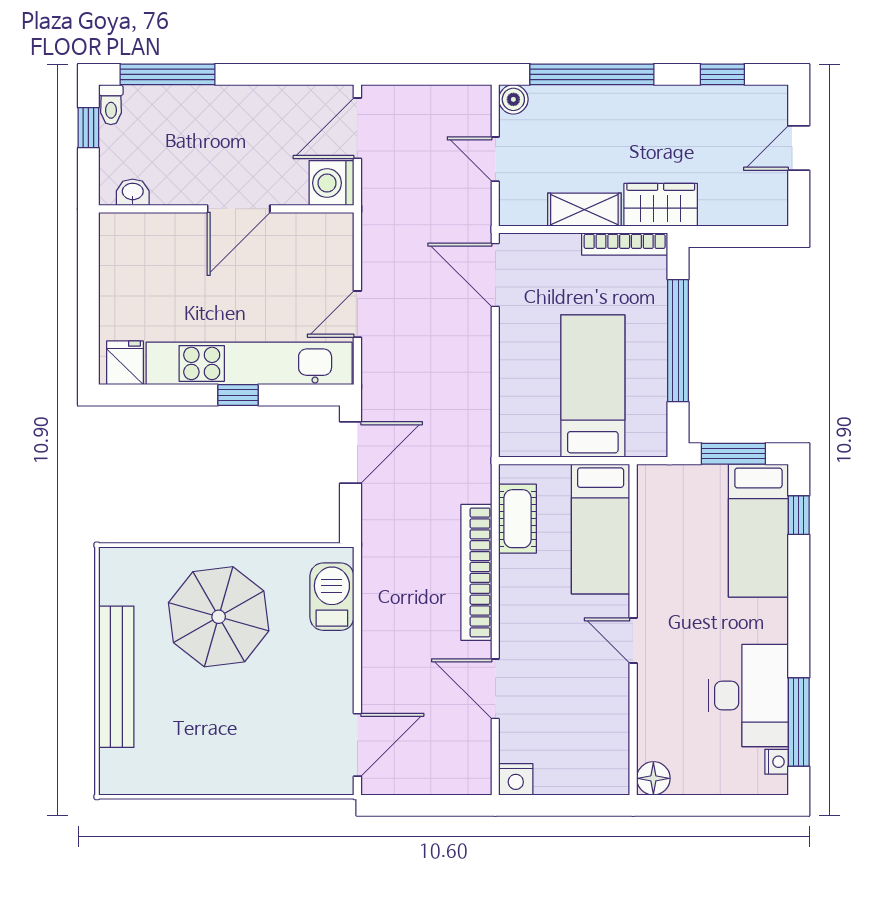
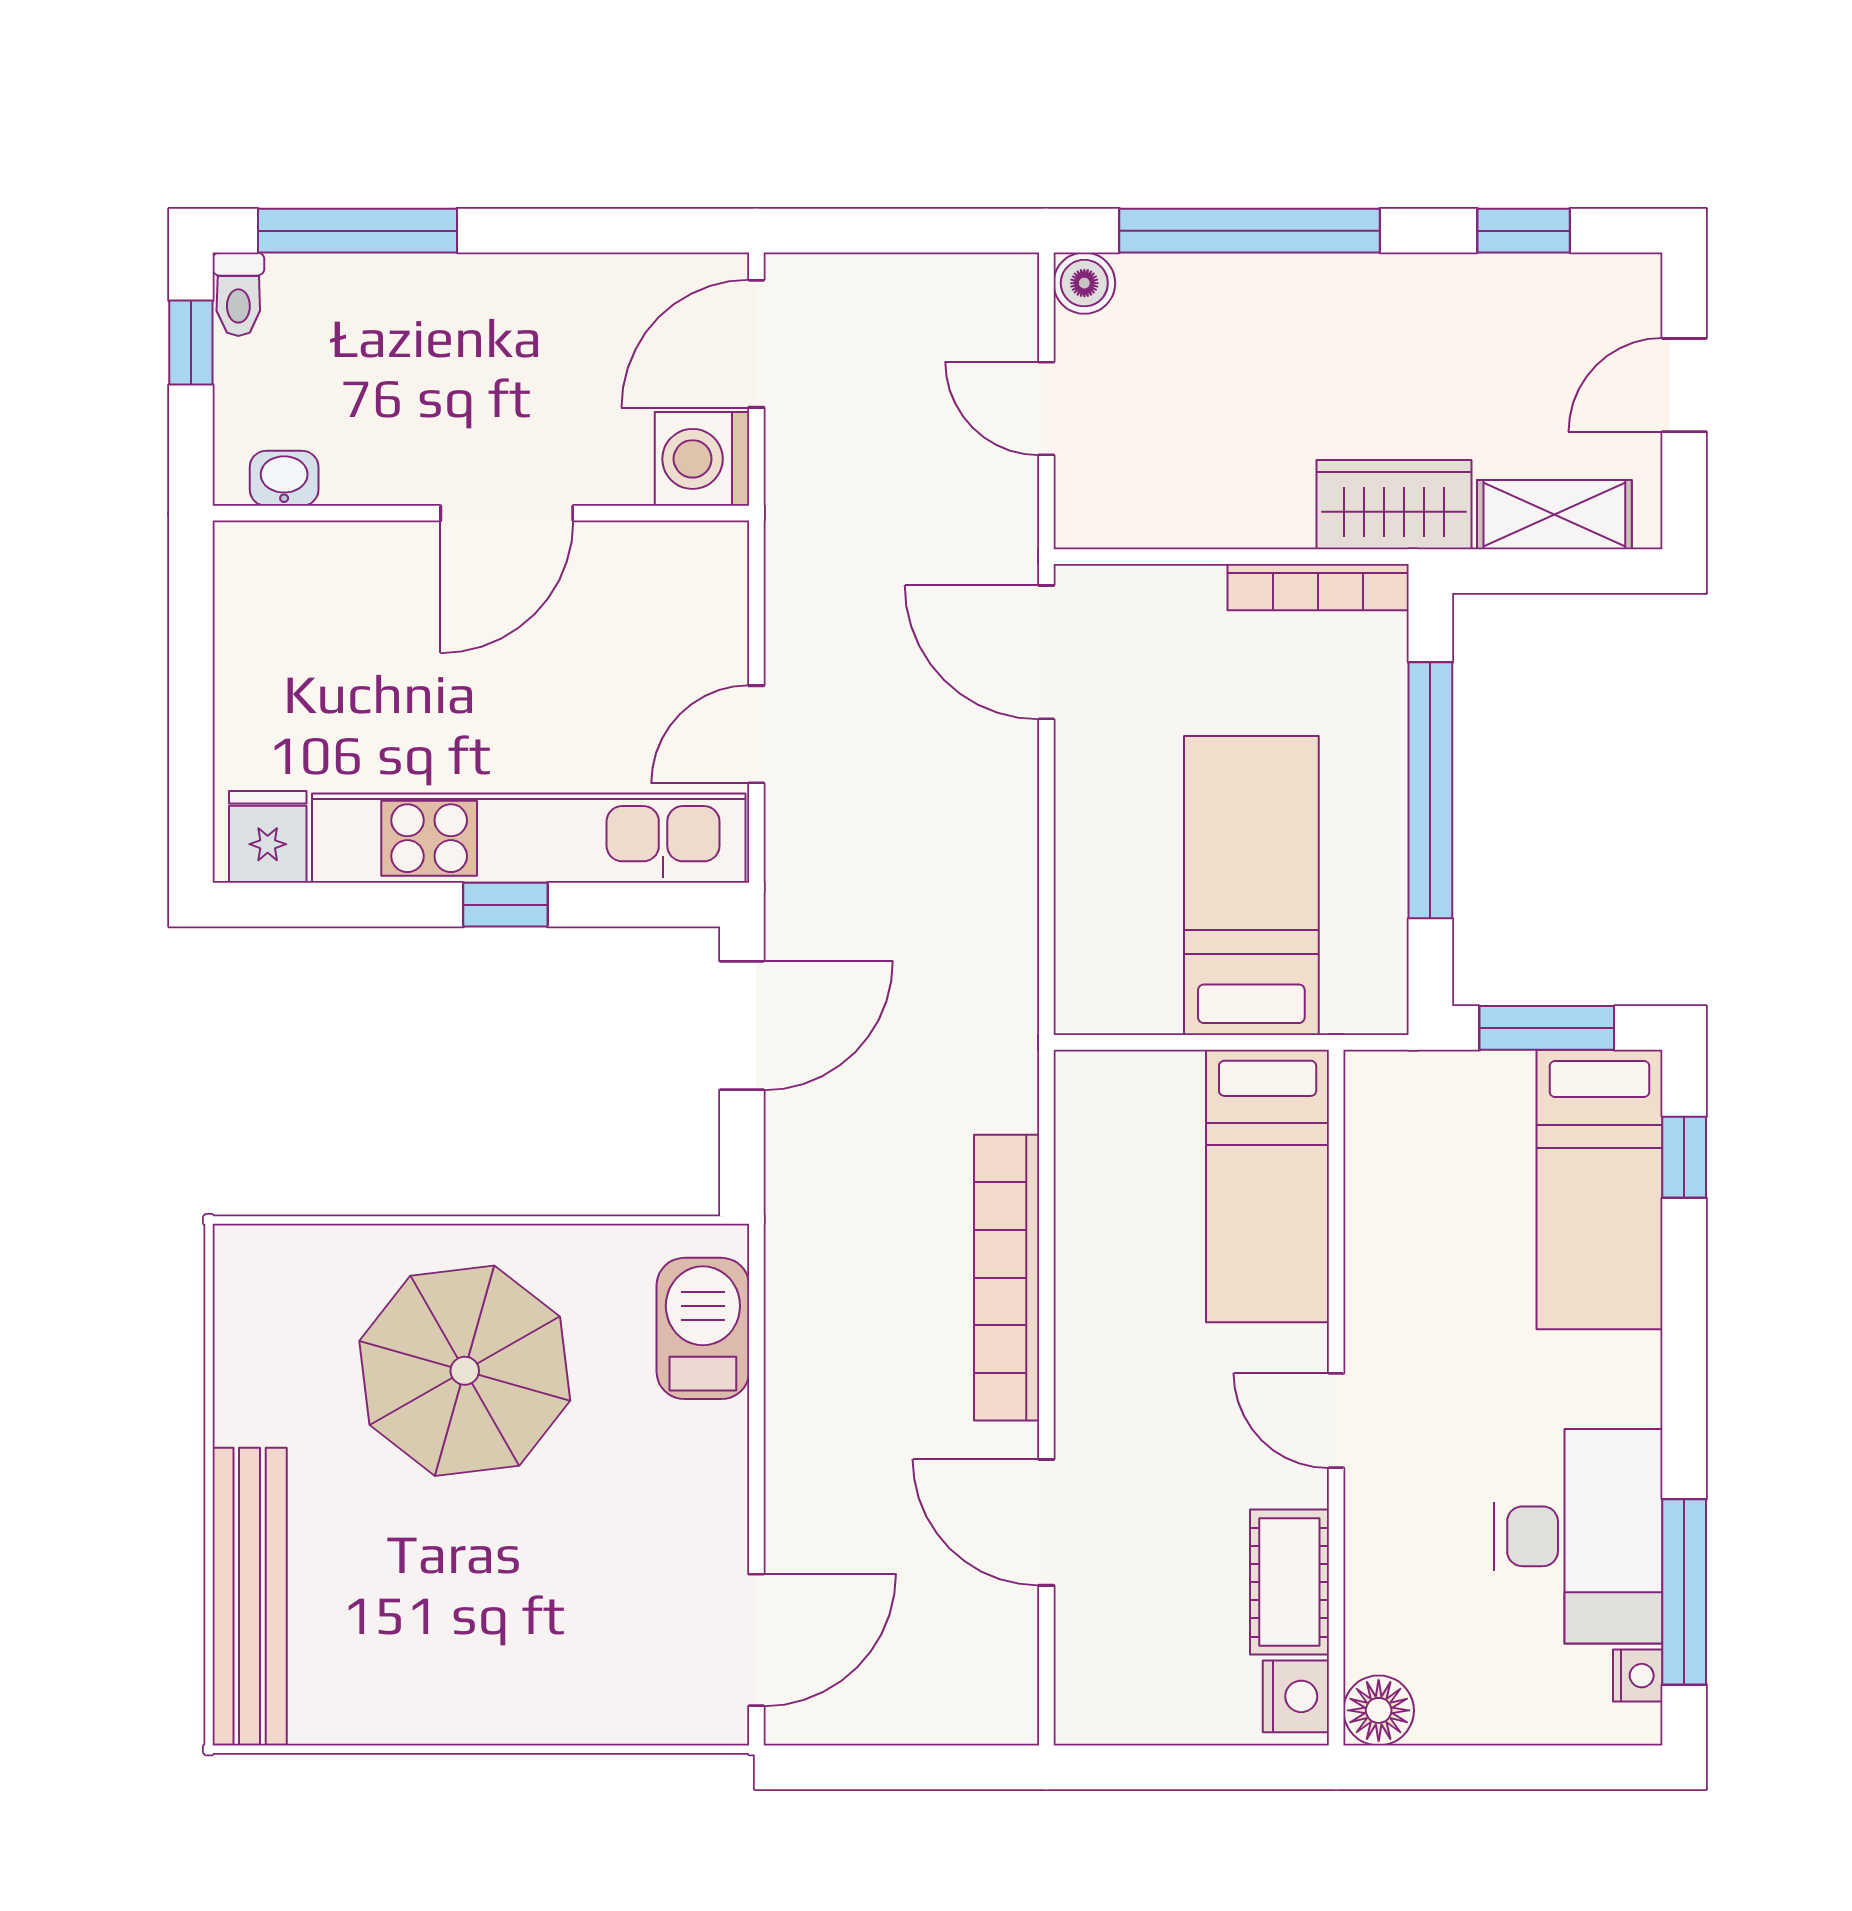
shelving: (584, 210) -> (1554, 515), moved
cot: (517, 519) -> (1289, 1582), moved
bench: (116, 677) -> (250, 1596), moved
nightstand: (516, 779) -> (1296, 1696), moved, turned -90

